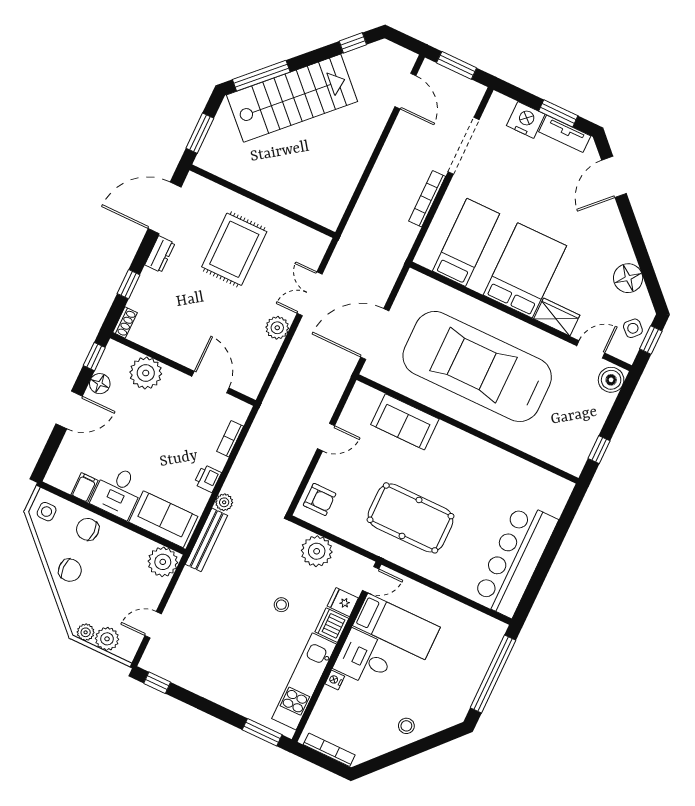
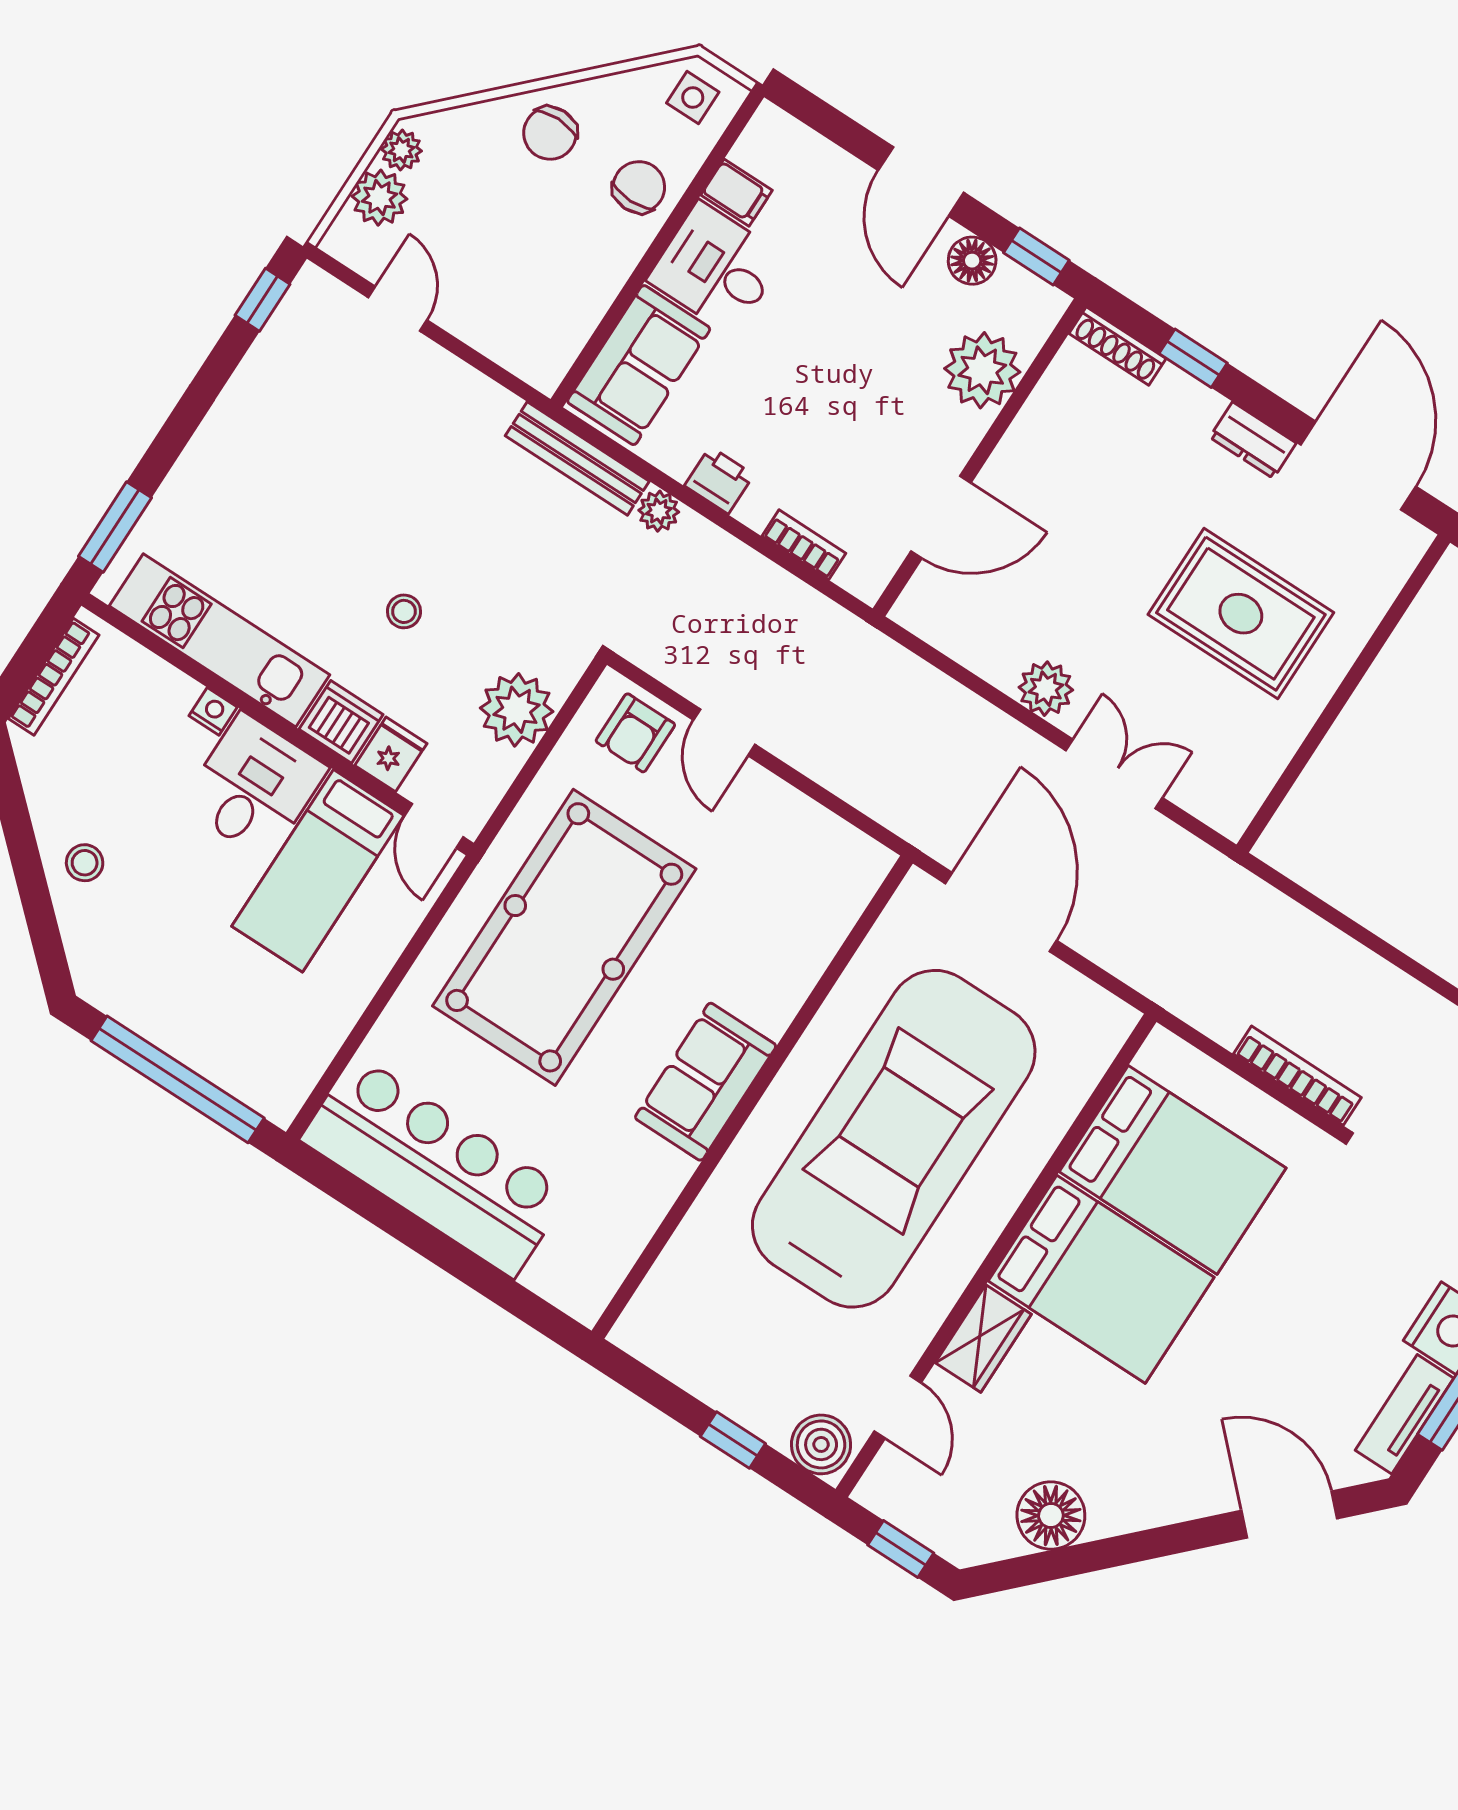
bed: (466, 242) -> (1173, 1170), width x1.50
shoe rack: (125, 323) -> (1117, 346), width x1.43
side table: (633, 328) -> (933, 1511), removed
sofa: (405, 422) -> (706, 1082), moved
door: (326, 437) -> (724, 732), moved
window: (599, 450) -> (733, 1440), moved
pool table: (411, 518) -> (564, 937), width x1.36, depth x1.32
plant: (163, 562) -> (540, 351), removed

